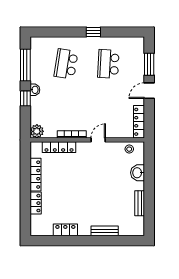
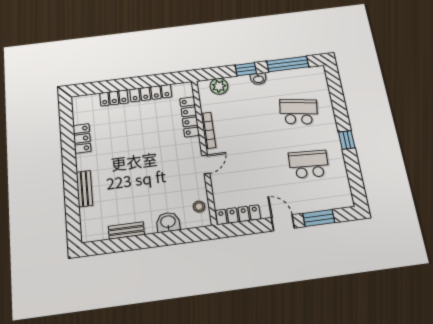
plant: (37, 131) -> (219, 86), moved
door: (98, 140) -> (206, 164), hinge flipped

